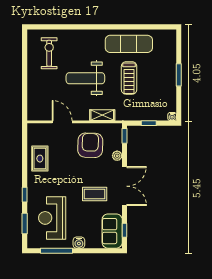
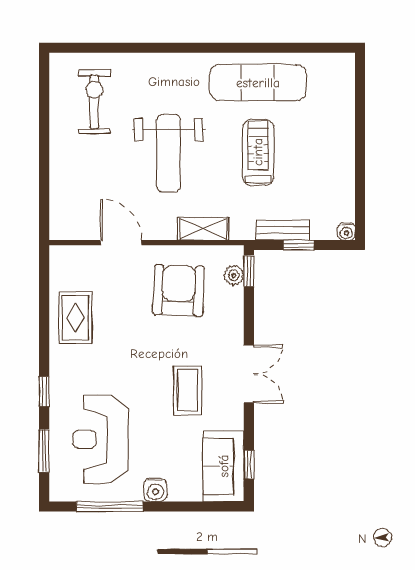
window: (179, 75) -> (360, 146), removed
weight bench: (85, 78) -> (169, 153), turned -90
treadmill: (129, 78) -> (258, 152), turned 180
bench: (141, 116) -> (283, 230), added
plant: (117, 156) -> (234, 275), moved
double door: (125, 186) -> (249, 374), width x0.73
coffee table: (95, 194) -> (188, 390), turned 90

